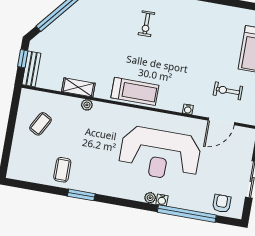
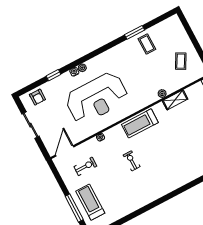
exercise bike: (146, 24) -> (132, 161), moved
door: (221, 121) -> (65, 151), moved
reception desk: (160, 154) -> (97, 98), turned 180
window: (81, 195) -> (135, 32), moved
window: (187, 214) -> (53, 75), width x0.32

